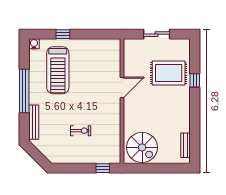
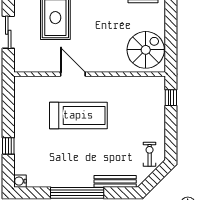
treadmill: (58, 70) -> (78, 115), moved
exercise bike: (81, 131) -> (150, 154), moved

